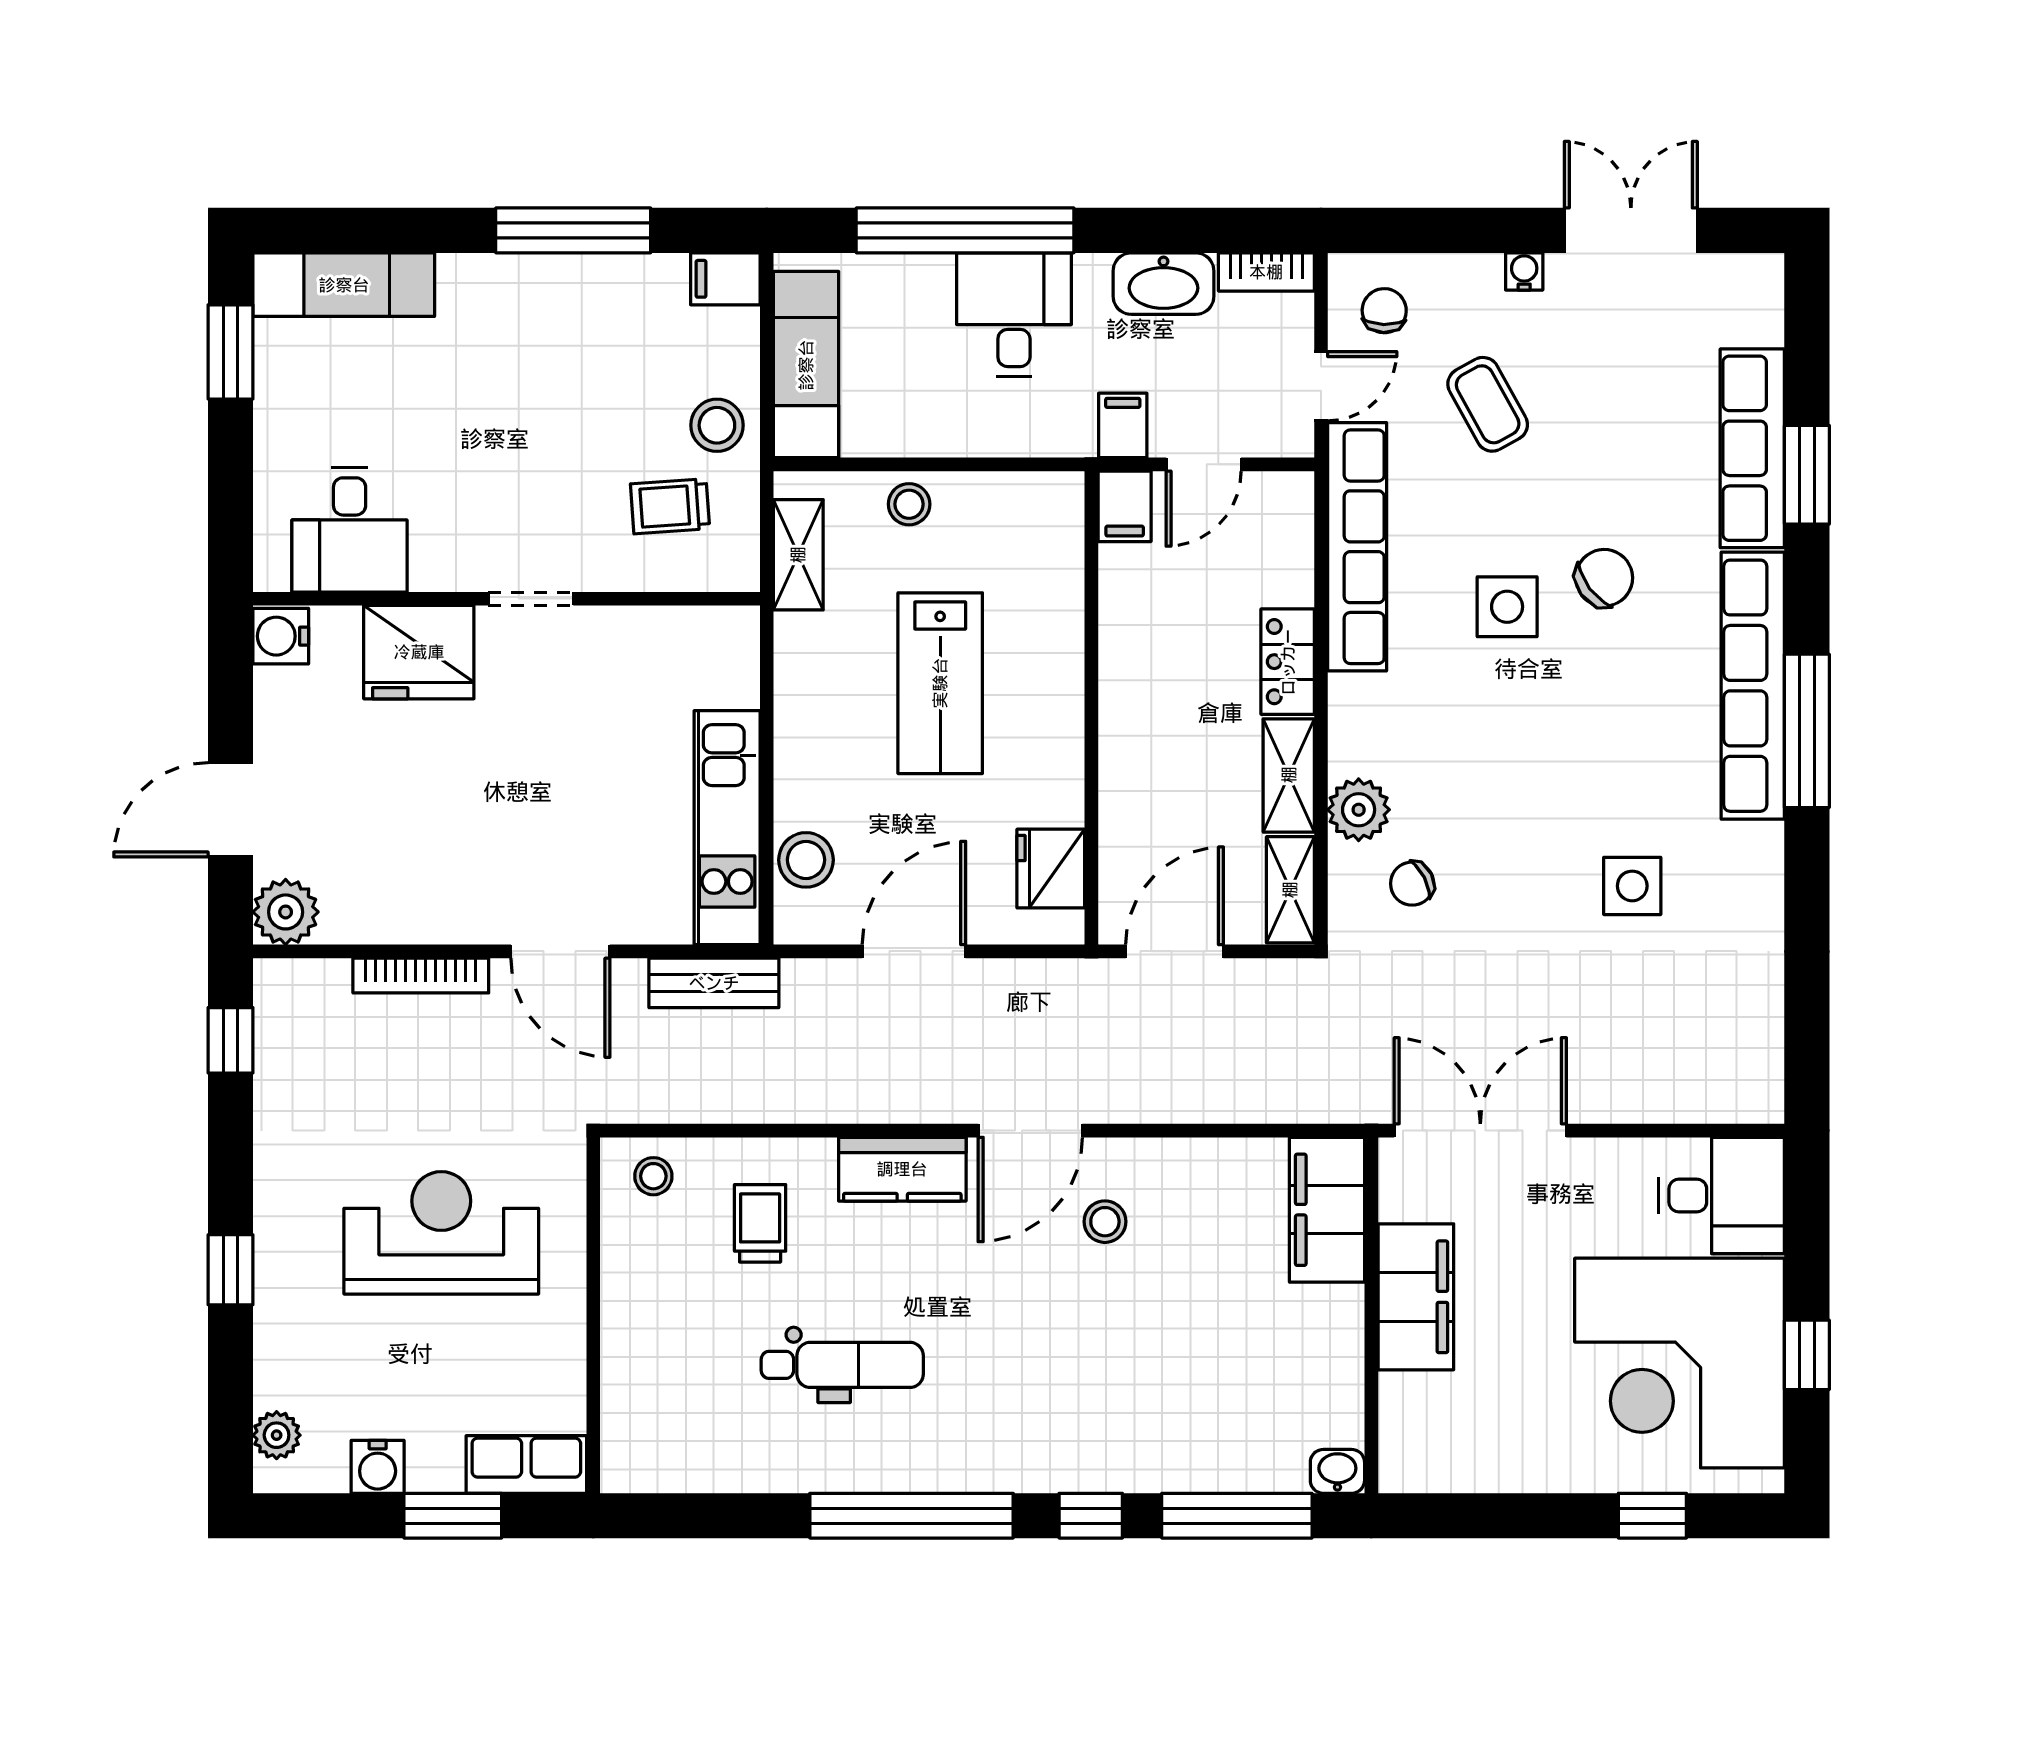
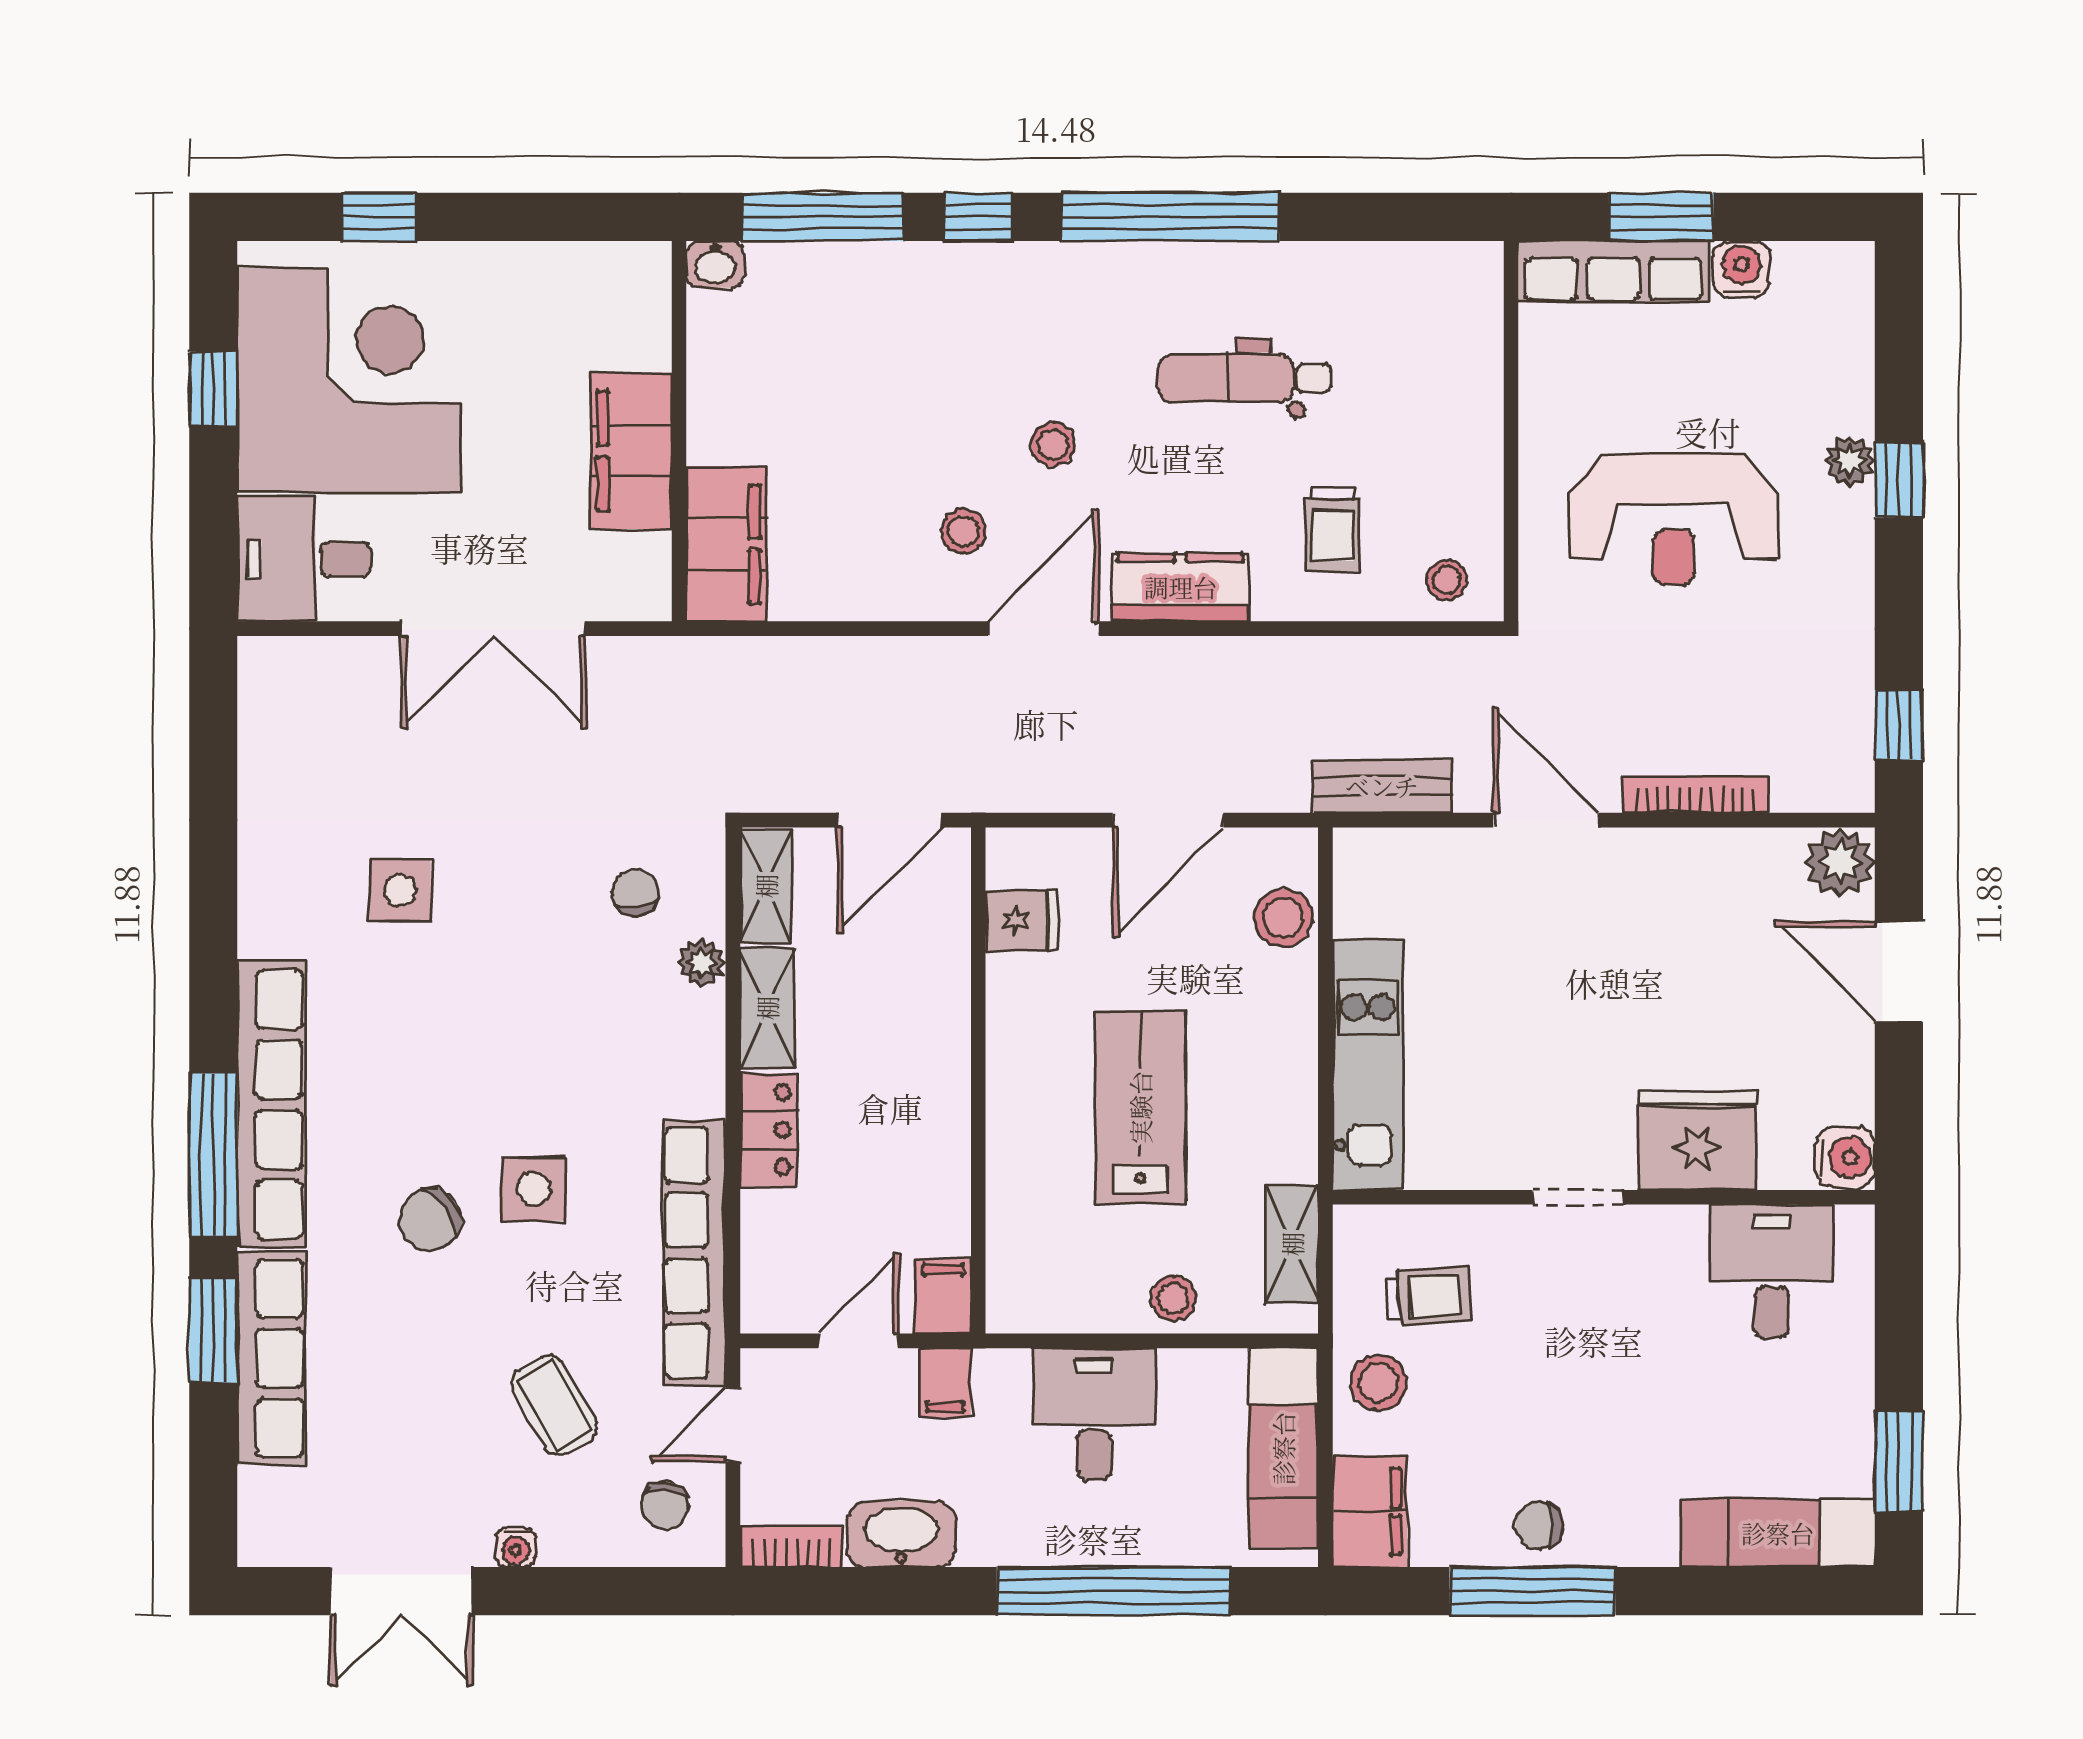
filing cabinet: (725, 279) -> (1370, 1511), width x2.00
chair: (567, 292) -> (1539, 1526), added
desk: (1014, 315) -> (1094, 1414), moved, turned 180
window: (1807, 731) -> (213, 1155), moved
door: (230, 810) -> (1899, 972), swing flipped
plant: (1359, 810) -> (702, 963), width x0.73, depth x0.73
kitchen unit: (727, 828) -> (1368, 1065), moved
fridge: (1051, 869) -> (1022, 920), width x0.72
chair: (1412, 884) -> (635, 893), turned -69
double door: (1480, 1131) -> (493, 629), moved
stool: (1021, 1303) -> (1053, 445), added
plant: (277, 1435) -> (1850, 461), moved
row of seats: (526, 1465) -> (1613, 272), width x1.48

